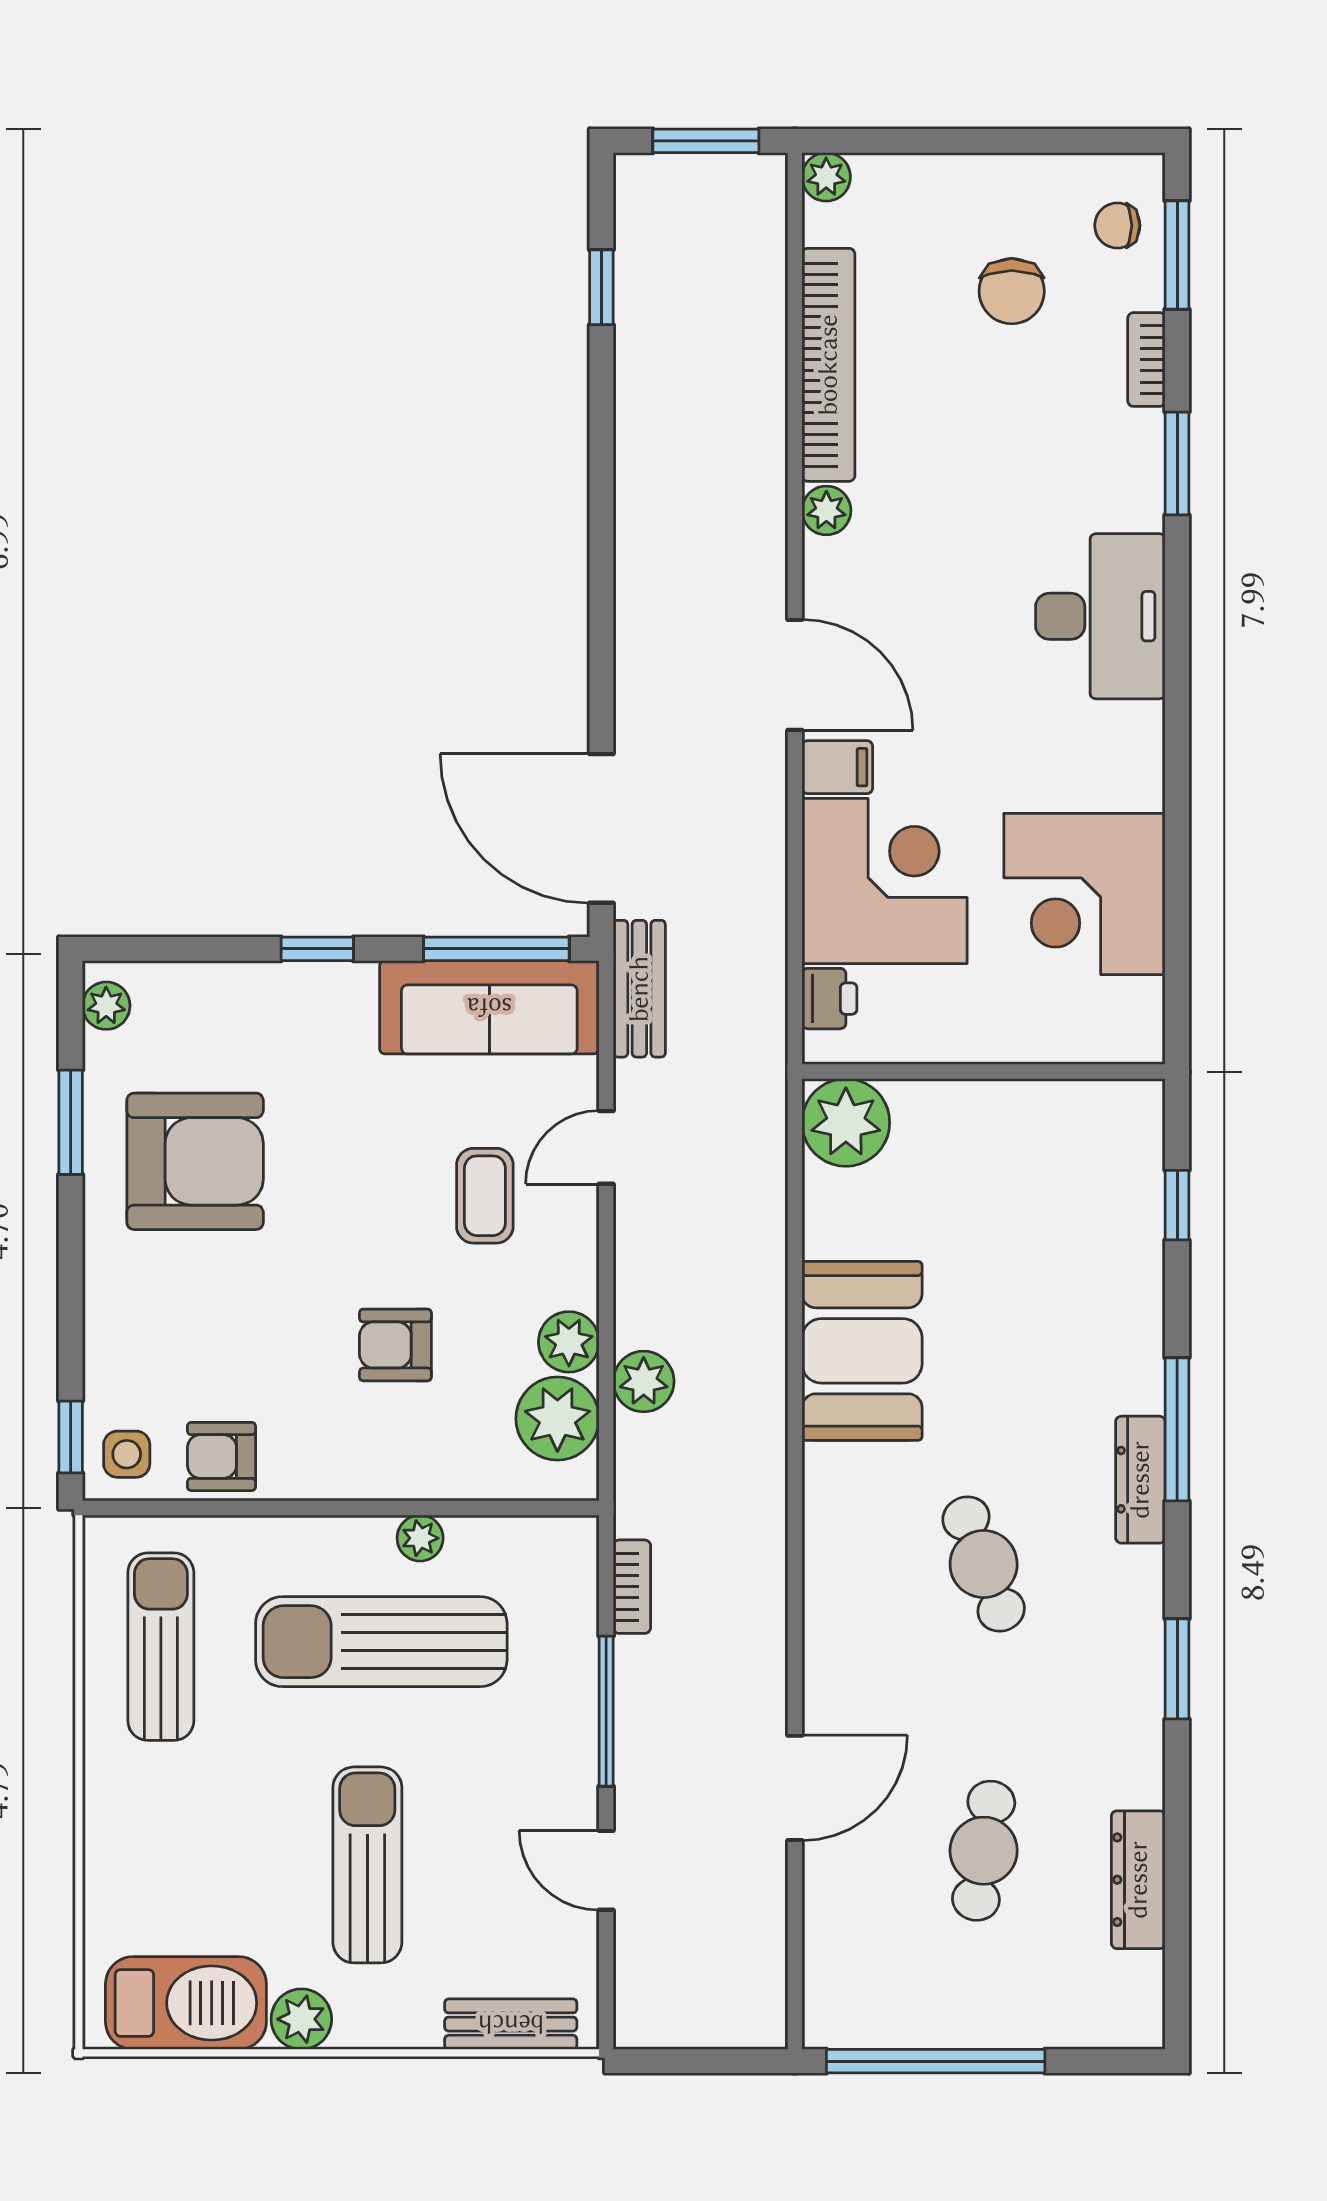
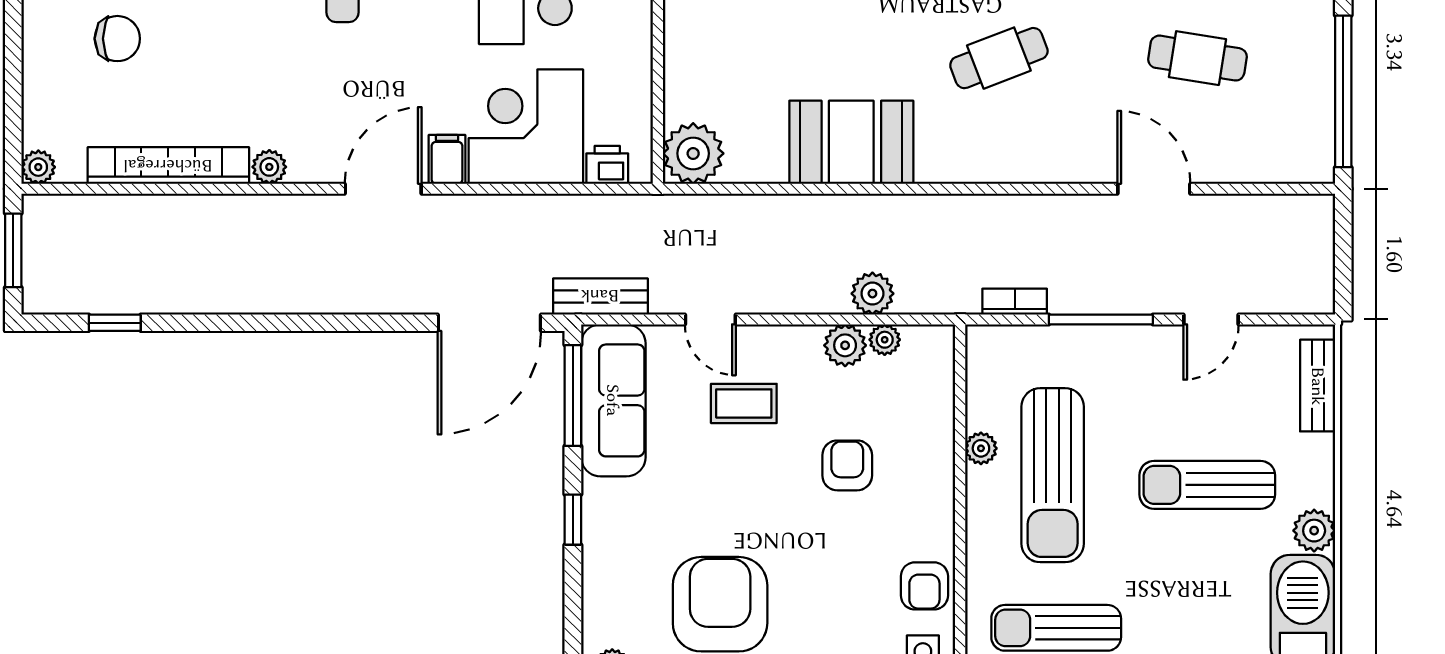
armchair: (395, 1345) -> (847, 465), turned 180
plant: (557, 1419) -> (885, 340), width x0.53, depth x0.53

